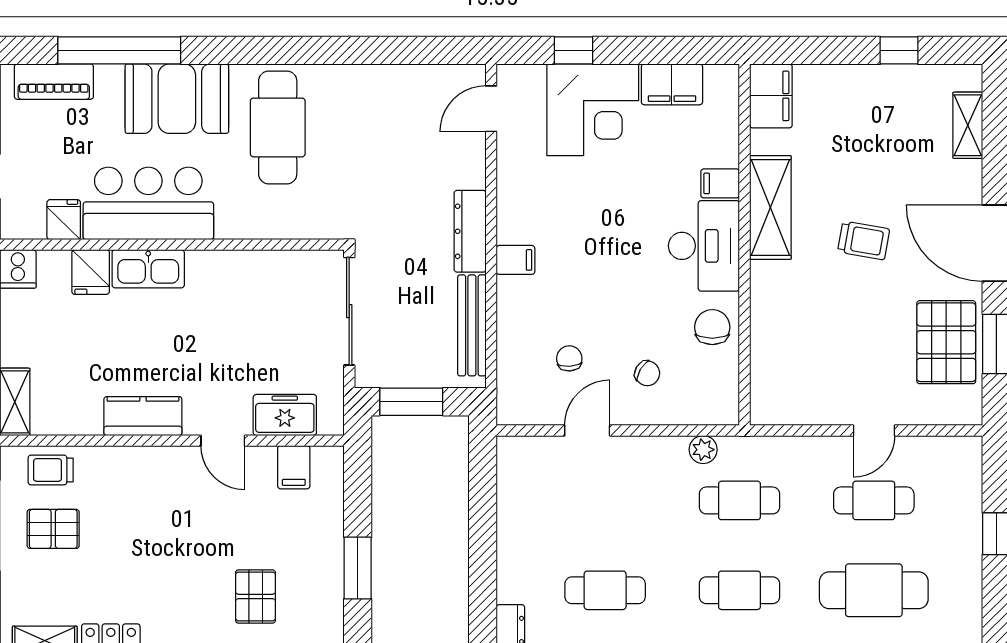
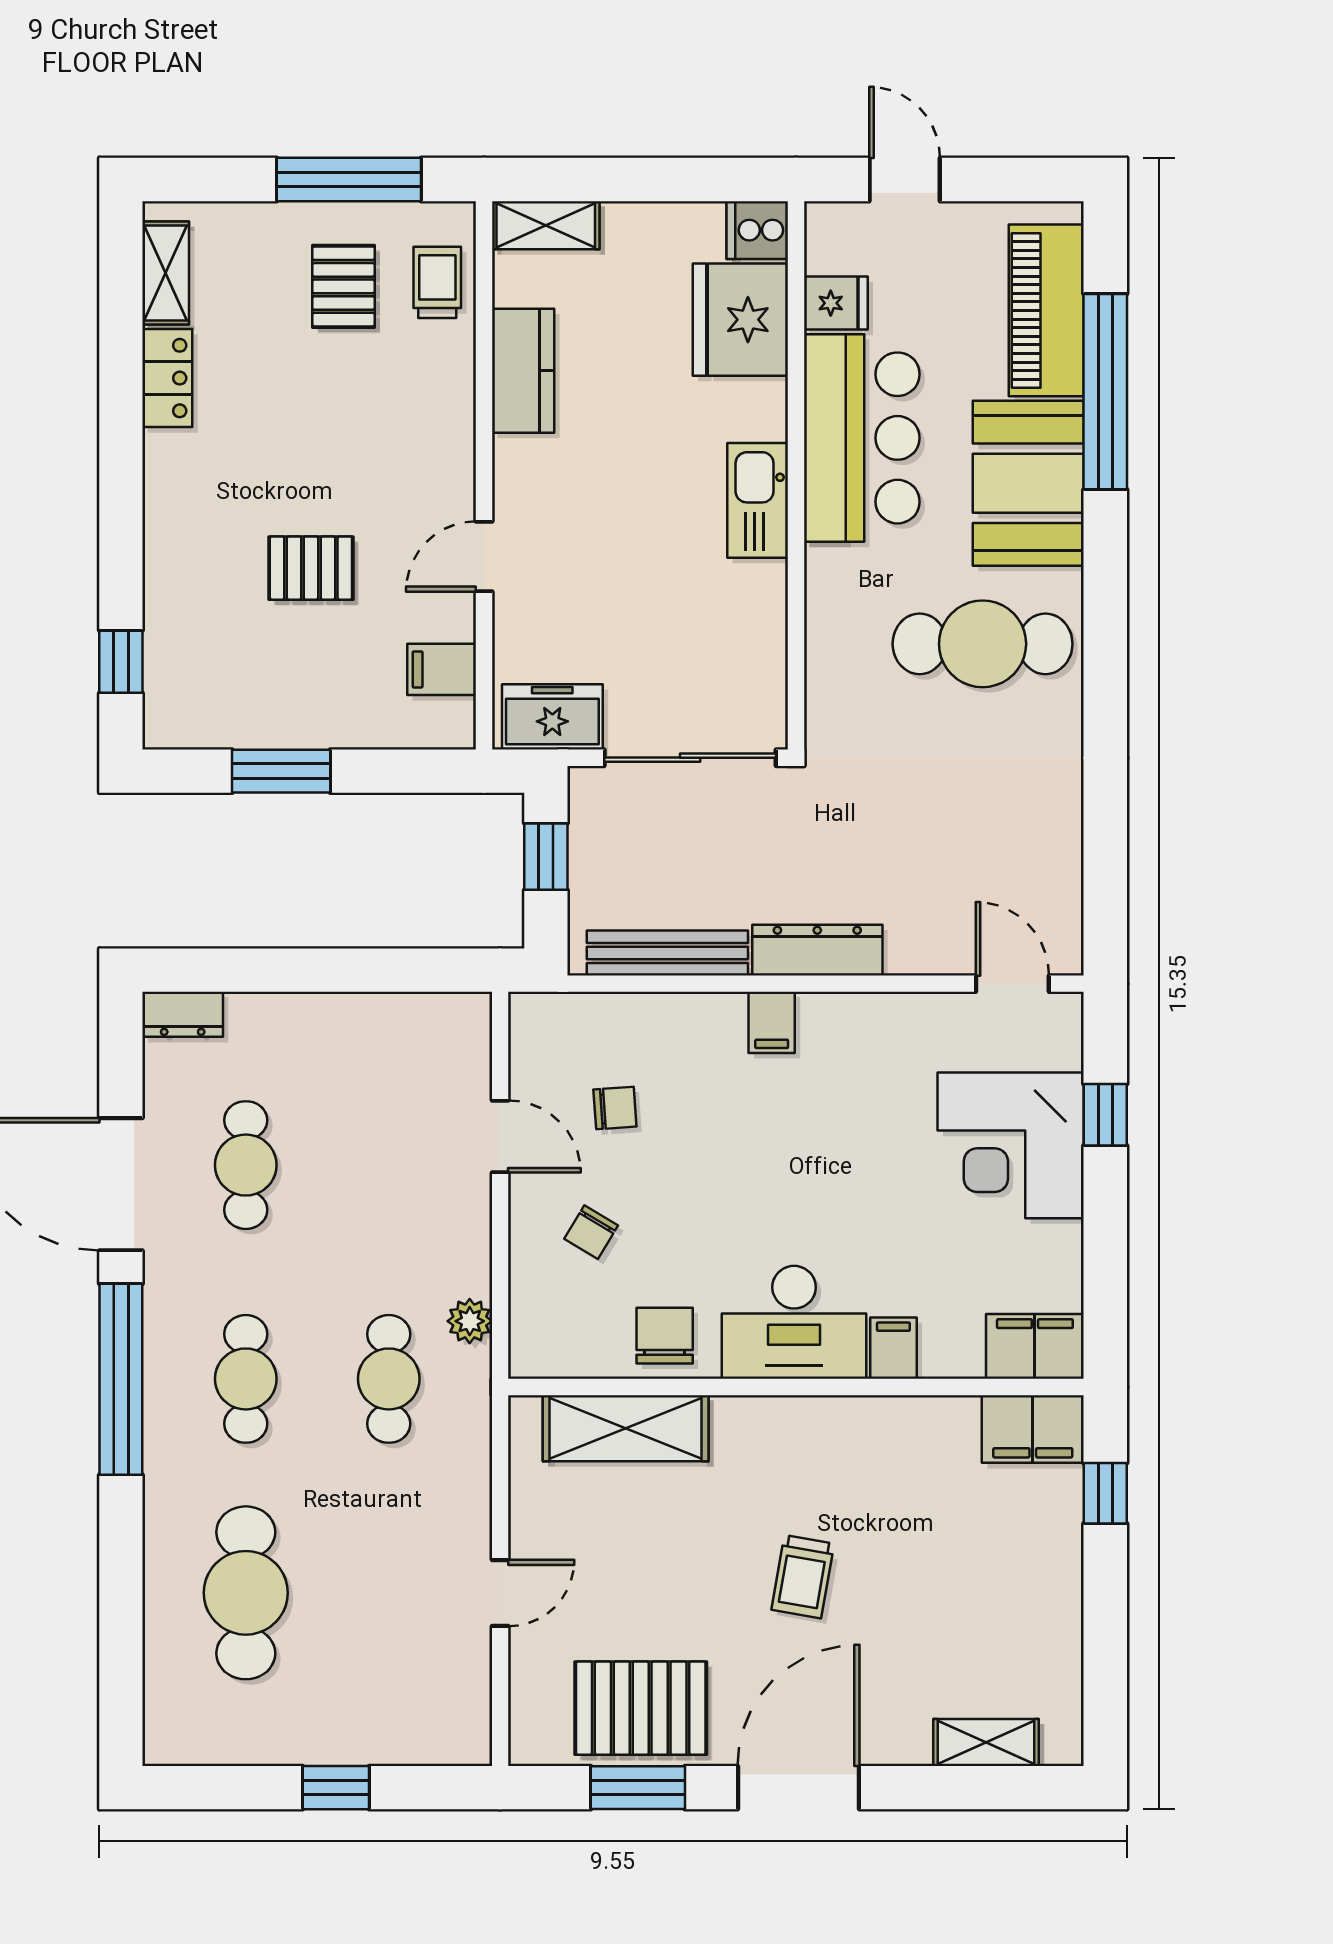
window: (899, 50) -> (1105, 1493), moved
piano: (54, 82) -> (1046, 310), width x1.37, depth x1.33
filing cabinet: (672, 84) -> (1035, 1346), moved, turned 90
shelving: (770, 208) -> (626, 1428), moved
kitchen sink: (148, 269) -> (758, 500), moved
fridge: (91, 272) -> (740, 320), width x1.88, depth x1.34
chair: (712, 327) -> (665, 1336), turned -90
window: (411, 402) -> (546, 857), width x0.67
freezer: (285, 415) -> (552, 717), moved, turned -90
kitchen counter: (143, 416) -> (523, 371), moved
door: (874, 430) -> (500, 1593), swing flipped
cafe table: (874, 500) -> (389, 1593), removed
pallet: (255, 596) -> (311, 568), moved

